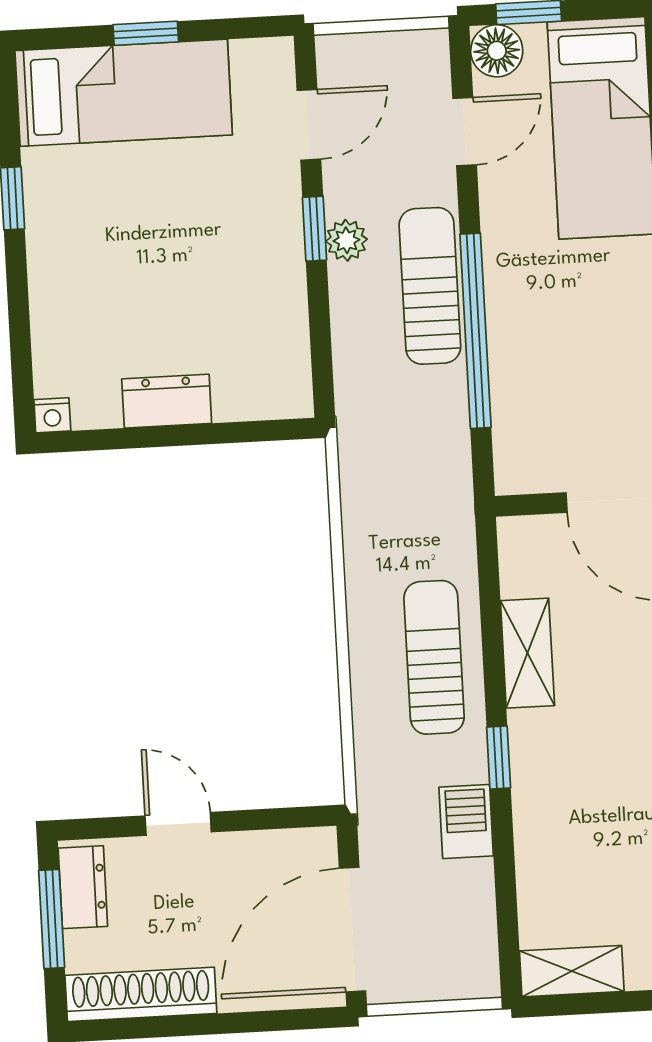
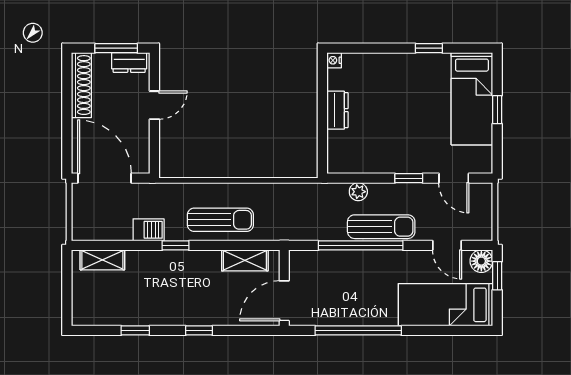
plant: (346, 240) -> (358, 192), moved
shelving: (527, 653) -> (245, 260), moved
shelving: (572, 971) -> (102, 260), moved, turned 90

